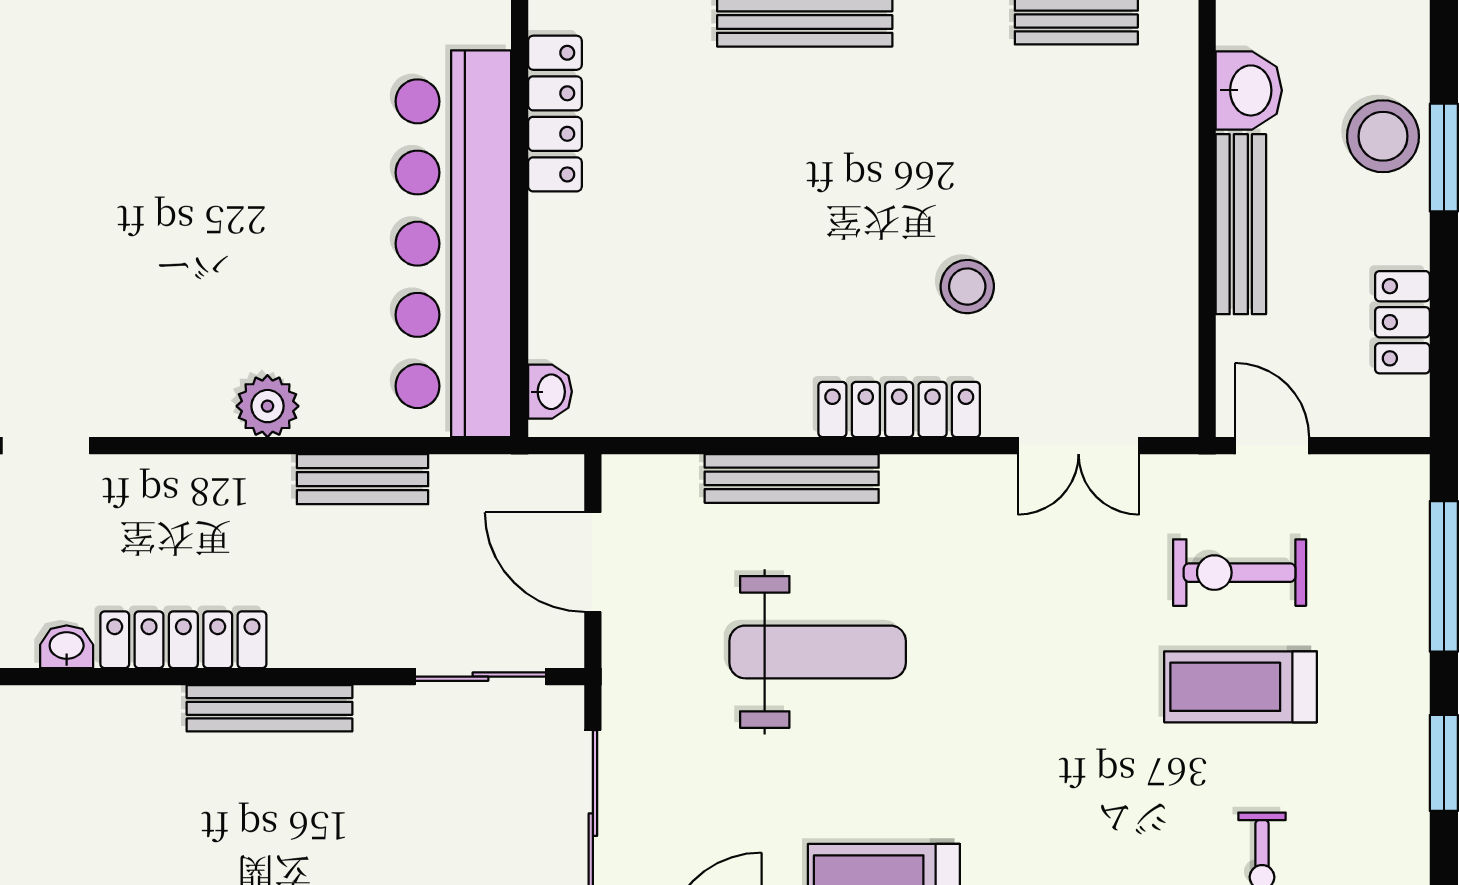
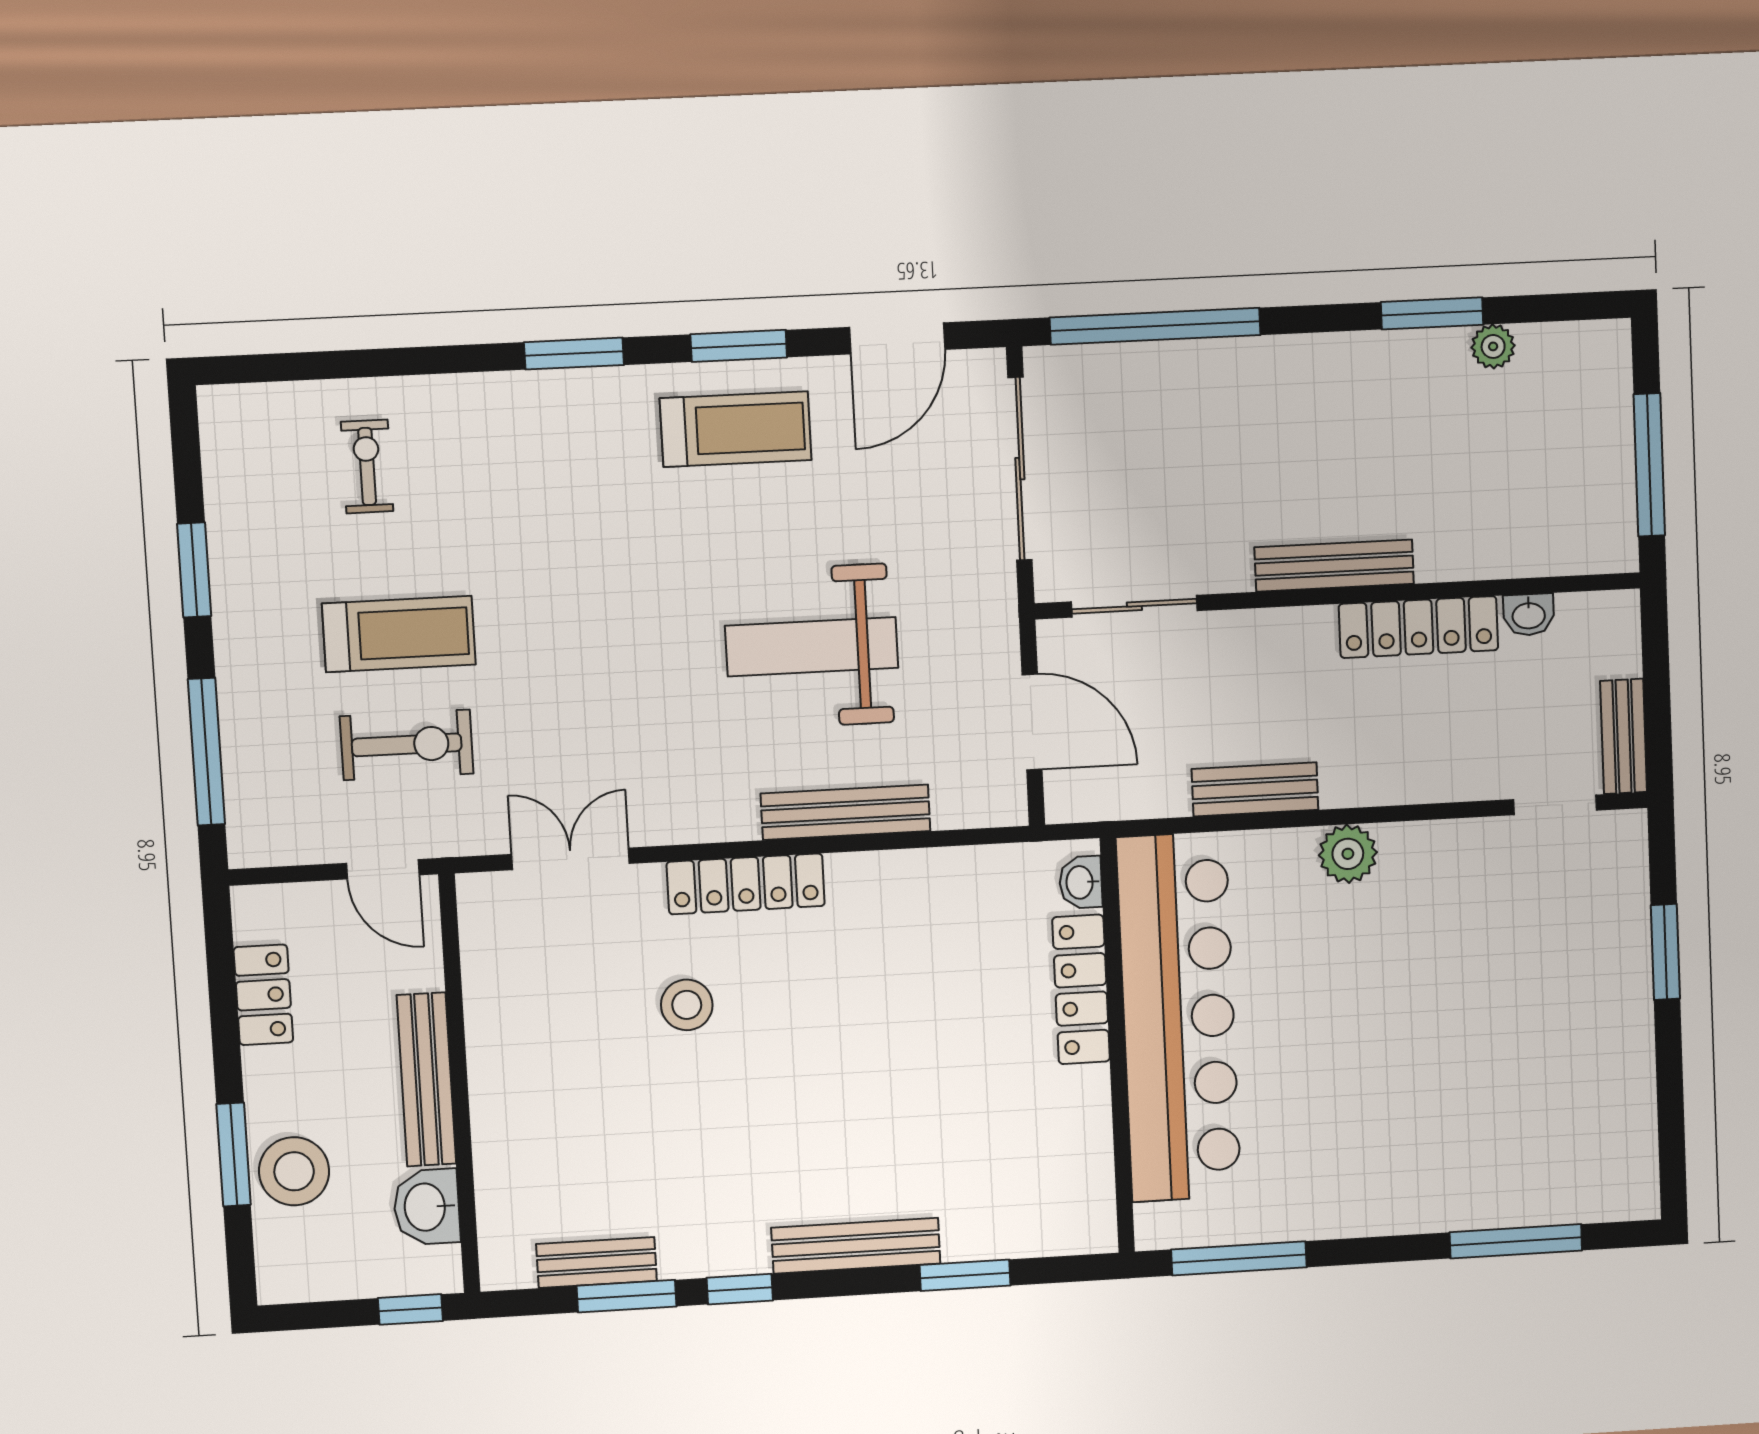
locker: (555, 114) -> (1081, 989), moved

